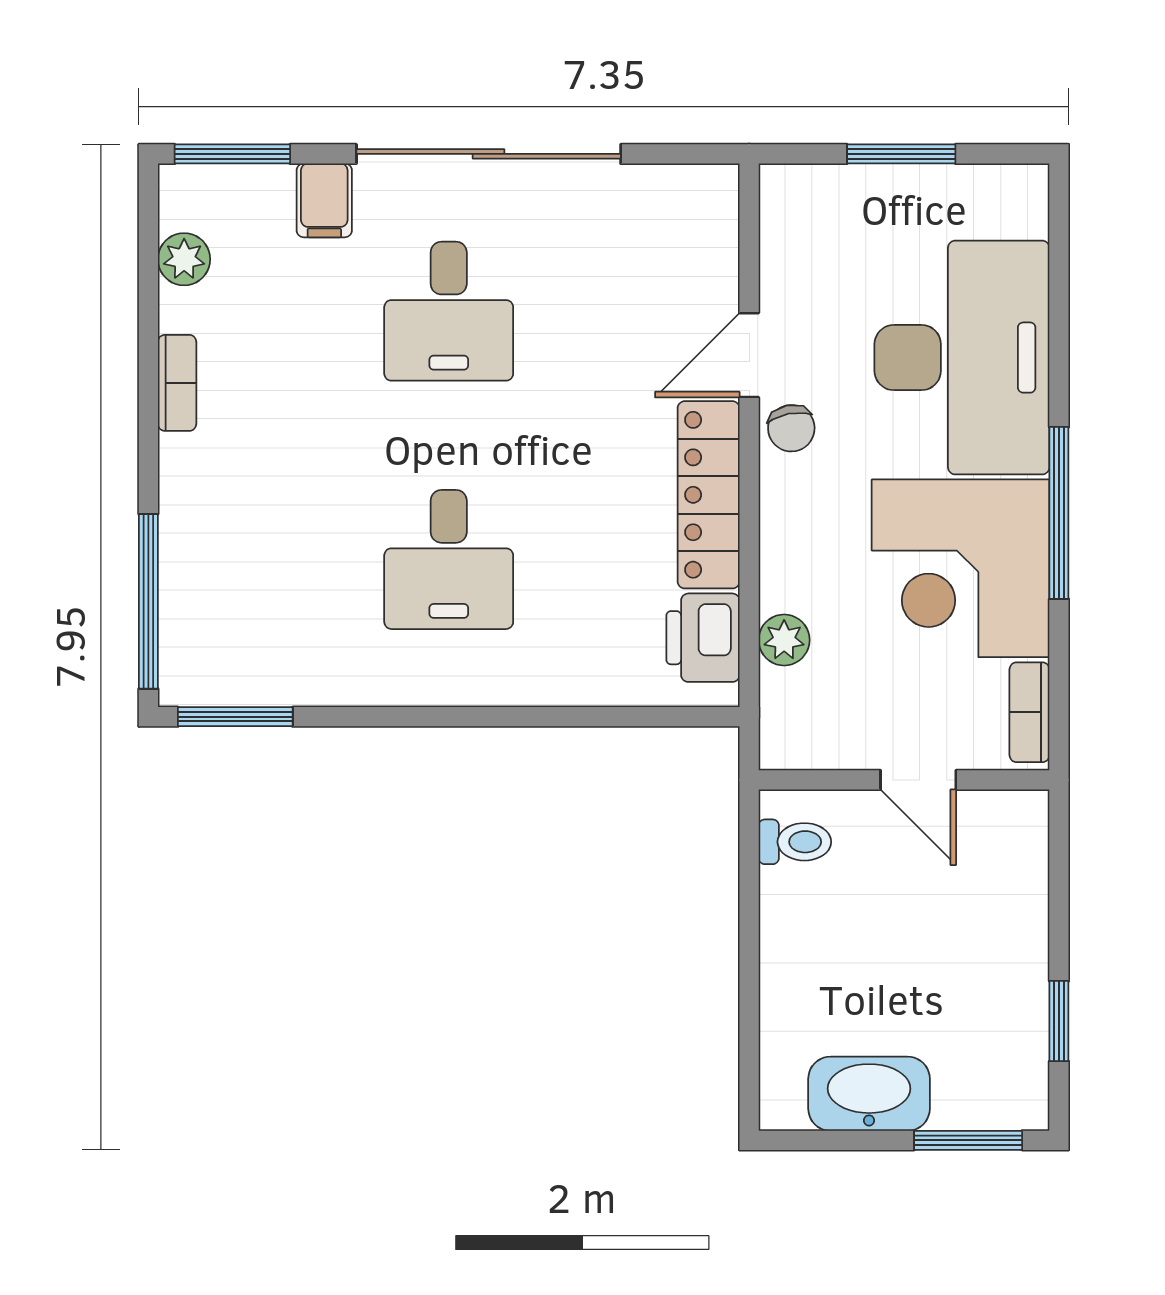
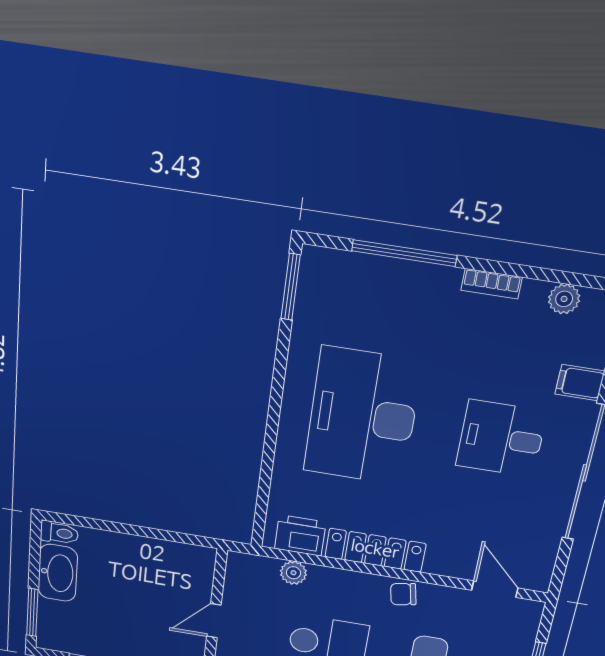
door: (749, 355) -> (495, 589), moved
desk: (449, 559) -> (362, 417), width x1.87, depth x1.30
window: (148, 601) -> (404, 253), moved
toilet: (795, 842) -> (59, 533), moved, turned -90

